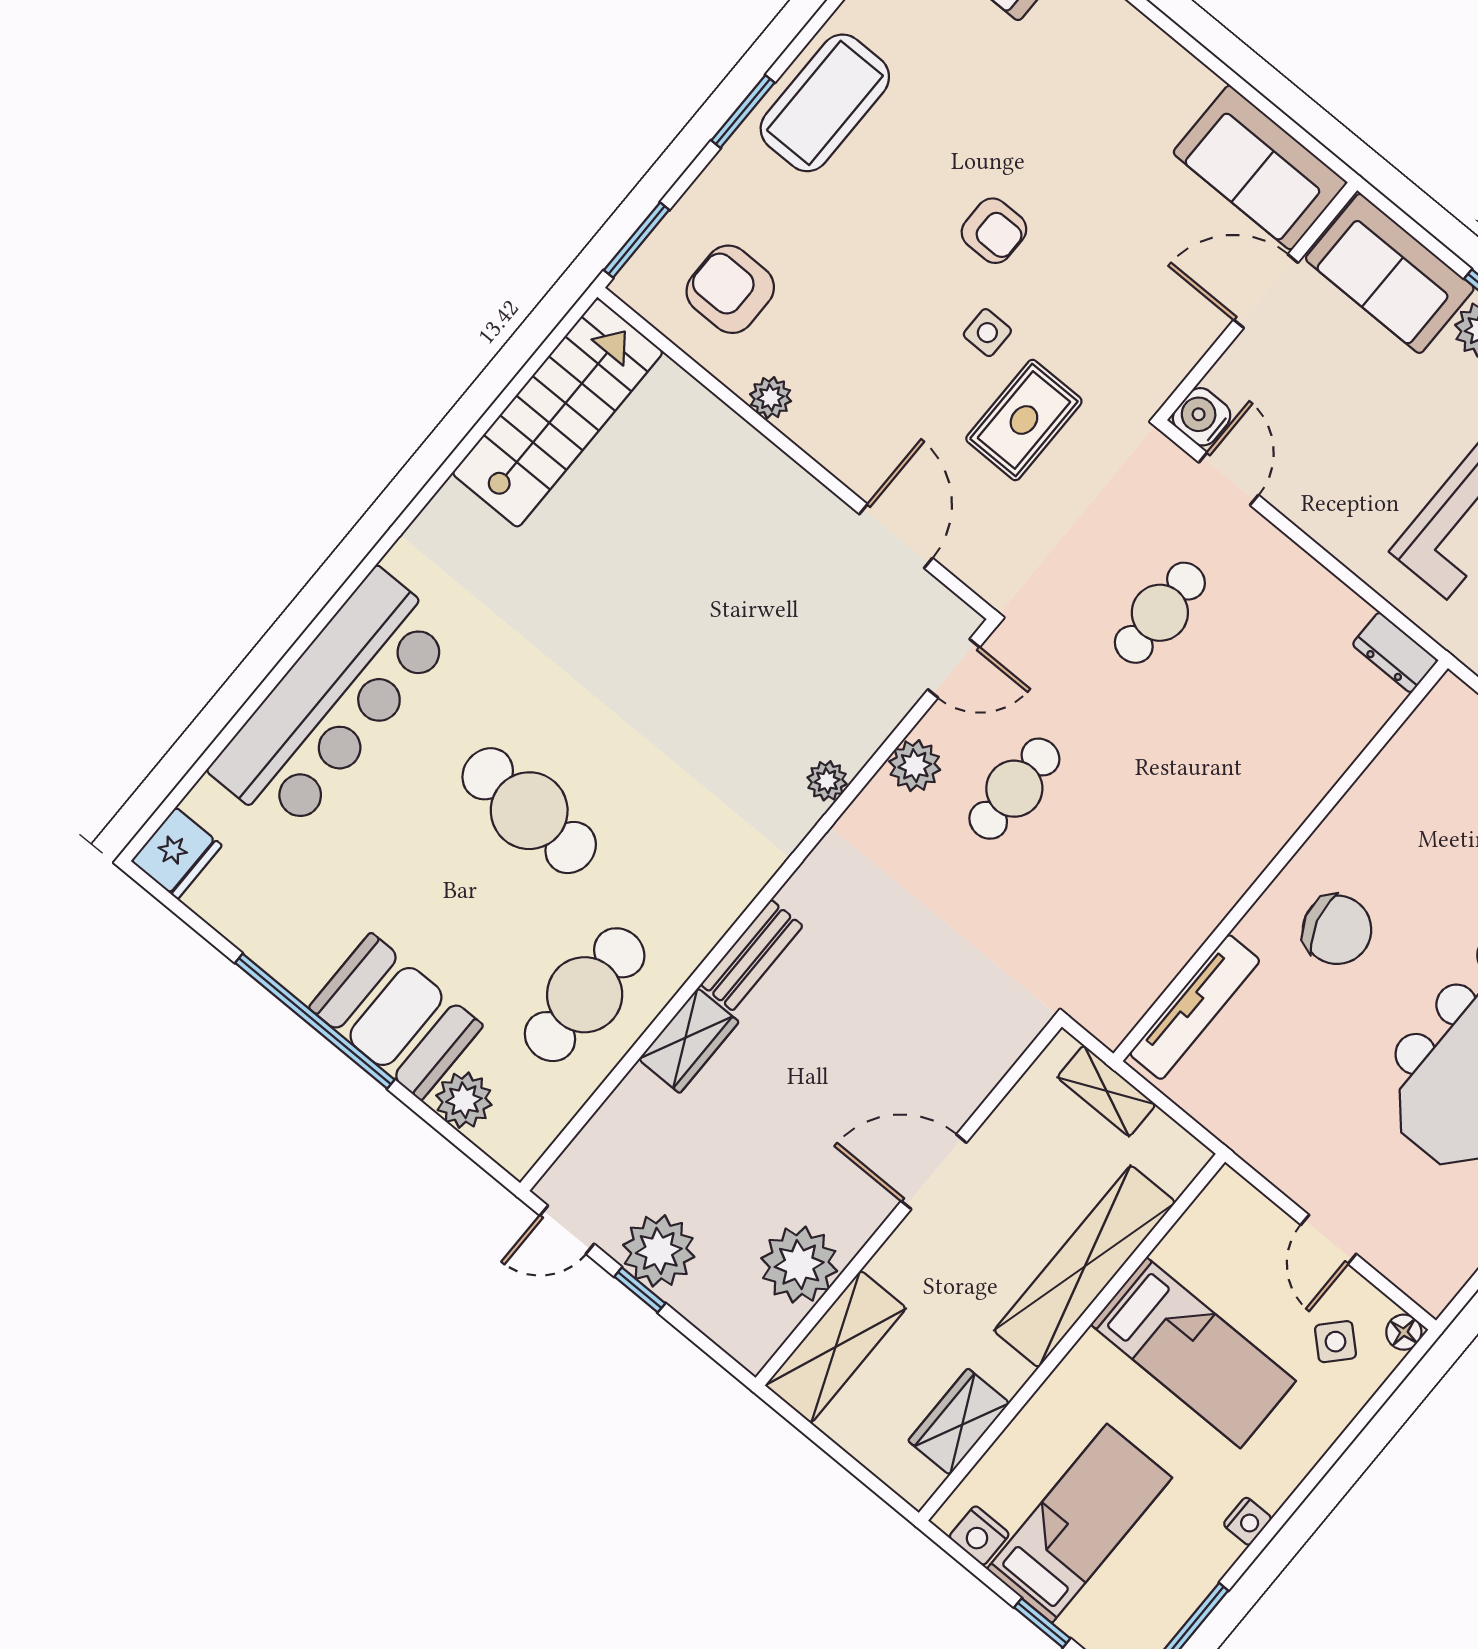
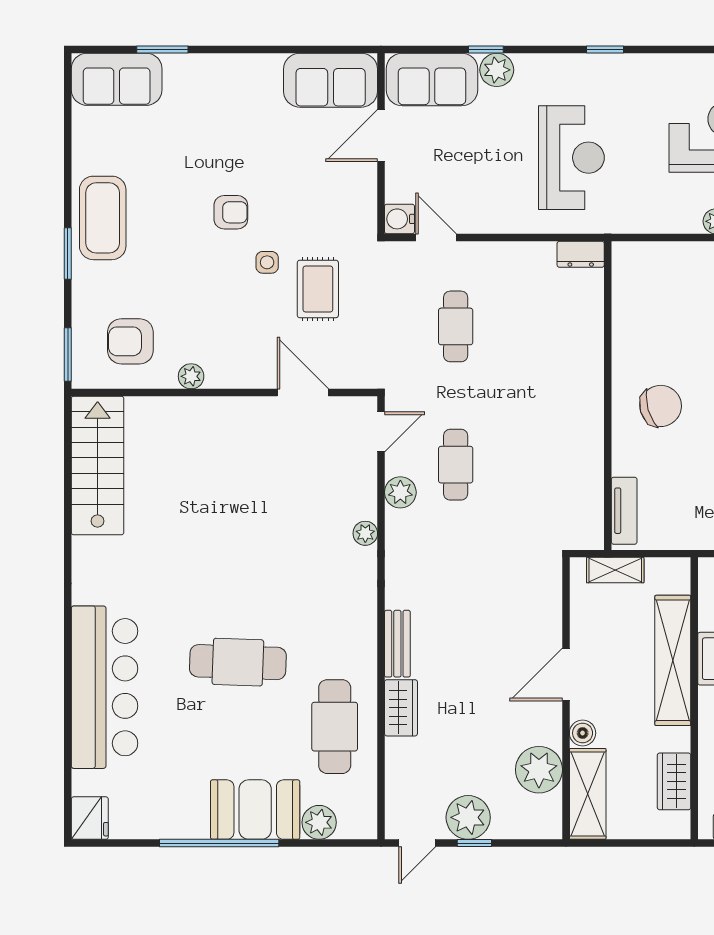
tv unit: (1195, 1007) -> (624, 511), width x0.71
boiler: (893, 1264) -> (583, 733), added

